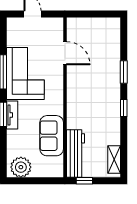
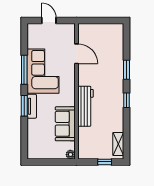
workbench: (76, 154) -> (85, 106), moved
plant: (21, 167) -> (70, 155), moved, width x0.53, depth x0.53
window: (84, 181) -> (105, 162), moved

